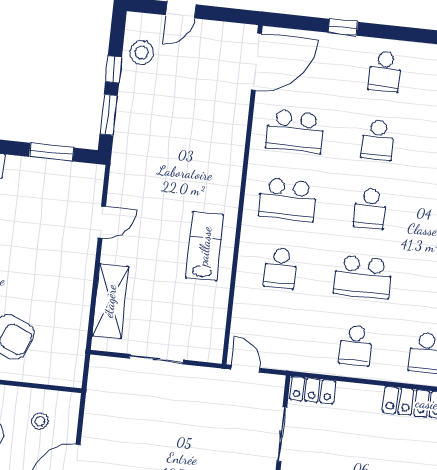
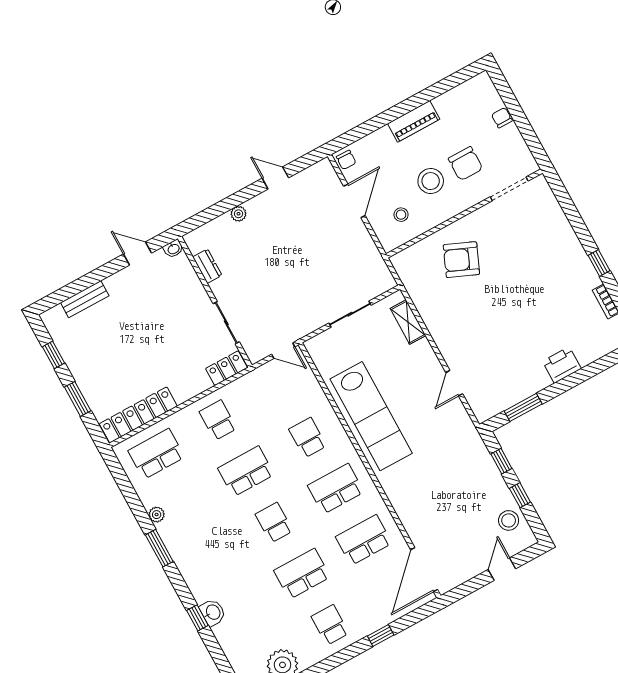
window: (109, 115) -> (501, 461), width x0.67
school desk: (377, 140) -> (302, 574), width x1.85
lab bench: (205, 246) -> (371, 416), width x1.86, depth x1.39
shelving: (110, 301) -> (408, 322), width x0.67, depth x0.75

